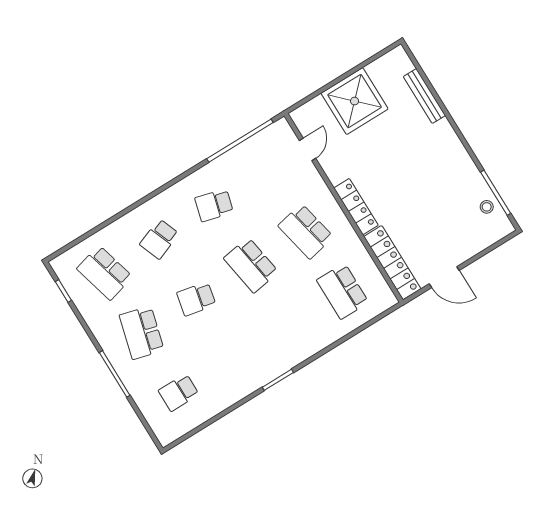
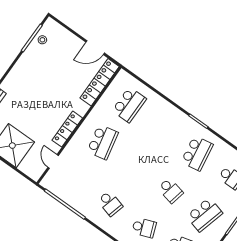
door: (308, 149) -> (53, 161), hinge flipped
locker: (356, 207) -> (67, 129), moved
school desk: (251, 265) -> (197, 153), moved
door: (444, 277) -> (95, 48), swing flipped

